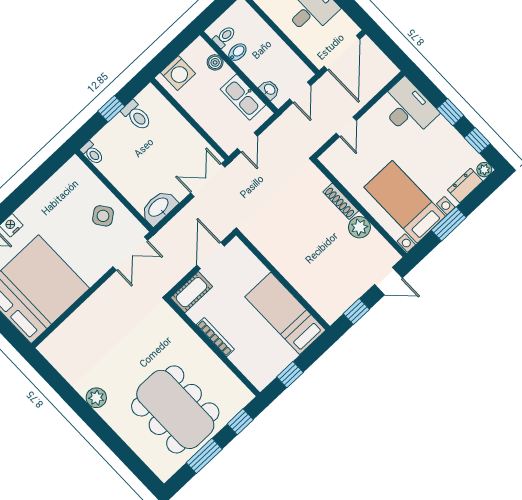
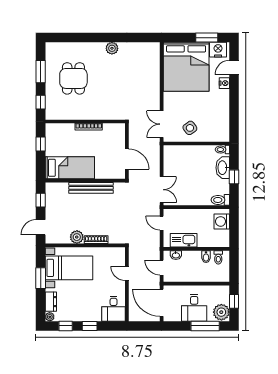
boiler: (215, 62) -> (211, 242), removed
desk: (408, 108) -> (114, 309), width x0.73
toilet: (137, 116) -> (220, 200), moved
washbasin: (159, 208) -> (223, 168), moved, turned 180
bench: (285, 266) -> (91, 188), added
cot: (191, 292) -> (119, 135), removed
dining table: (175, 409) -> (73, 78), width x0.53, depth x0.80

